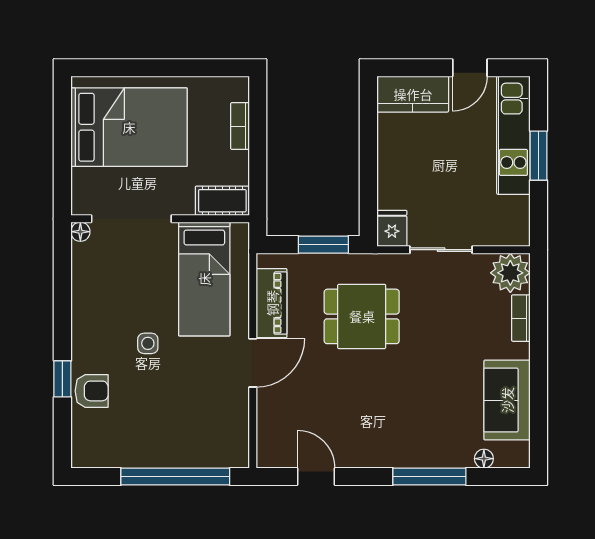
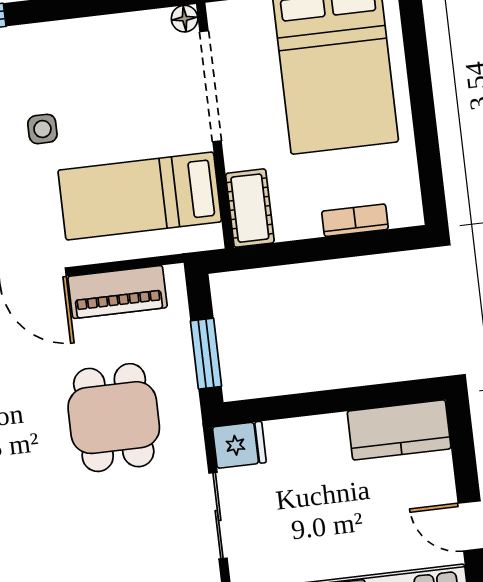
kitchen counter: (413, 94) -> (399, 430), moved, turned -90

